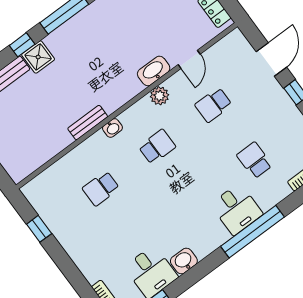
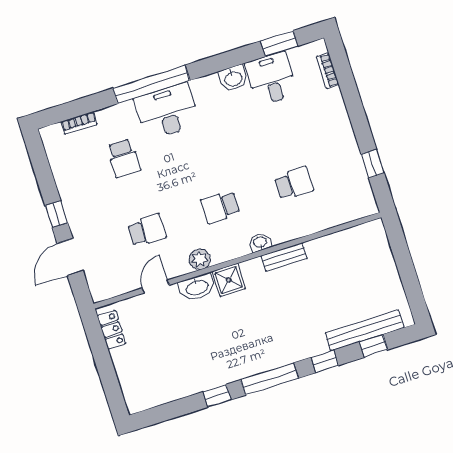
shower: (38, 57) -> (229, 280), moved
desk: (237, 209) -> (167, 111), width x1.37

